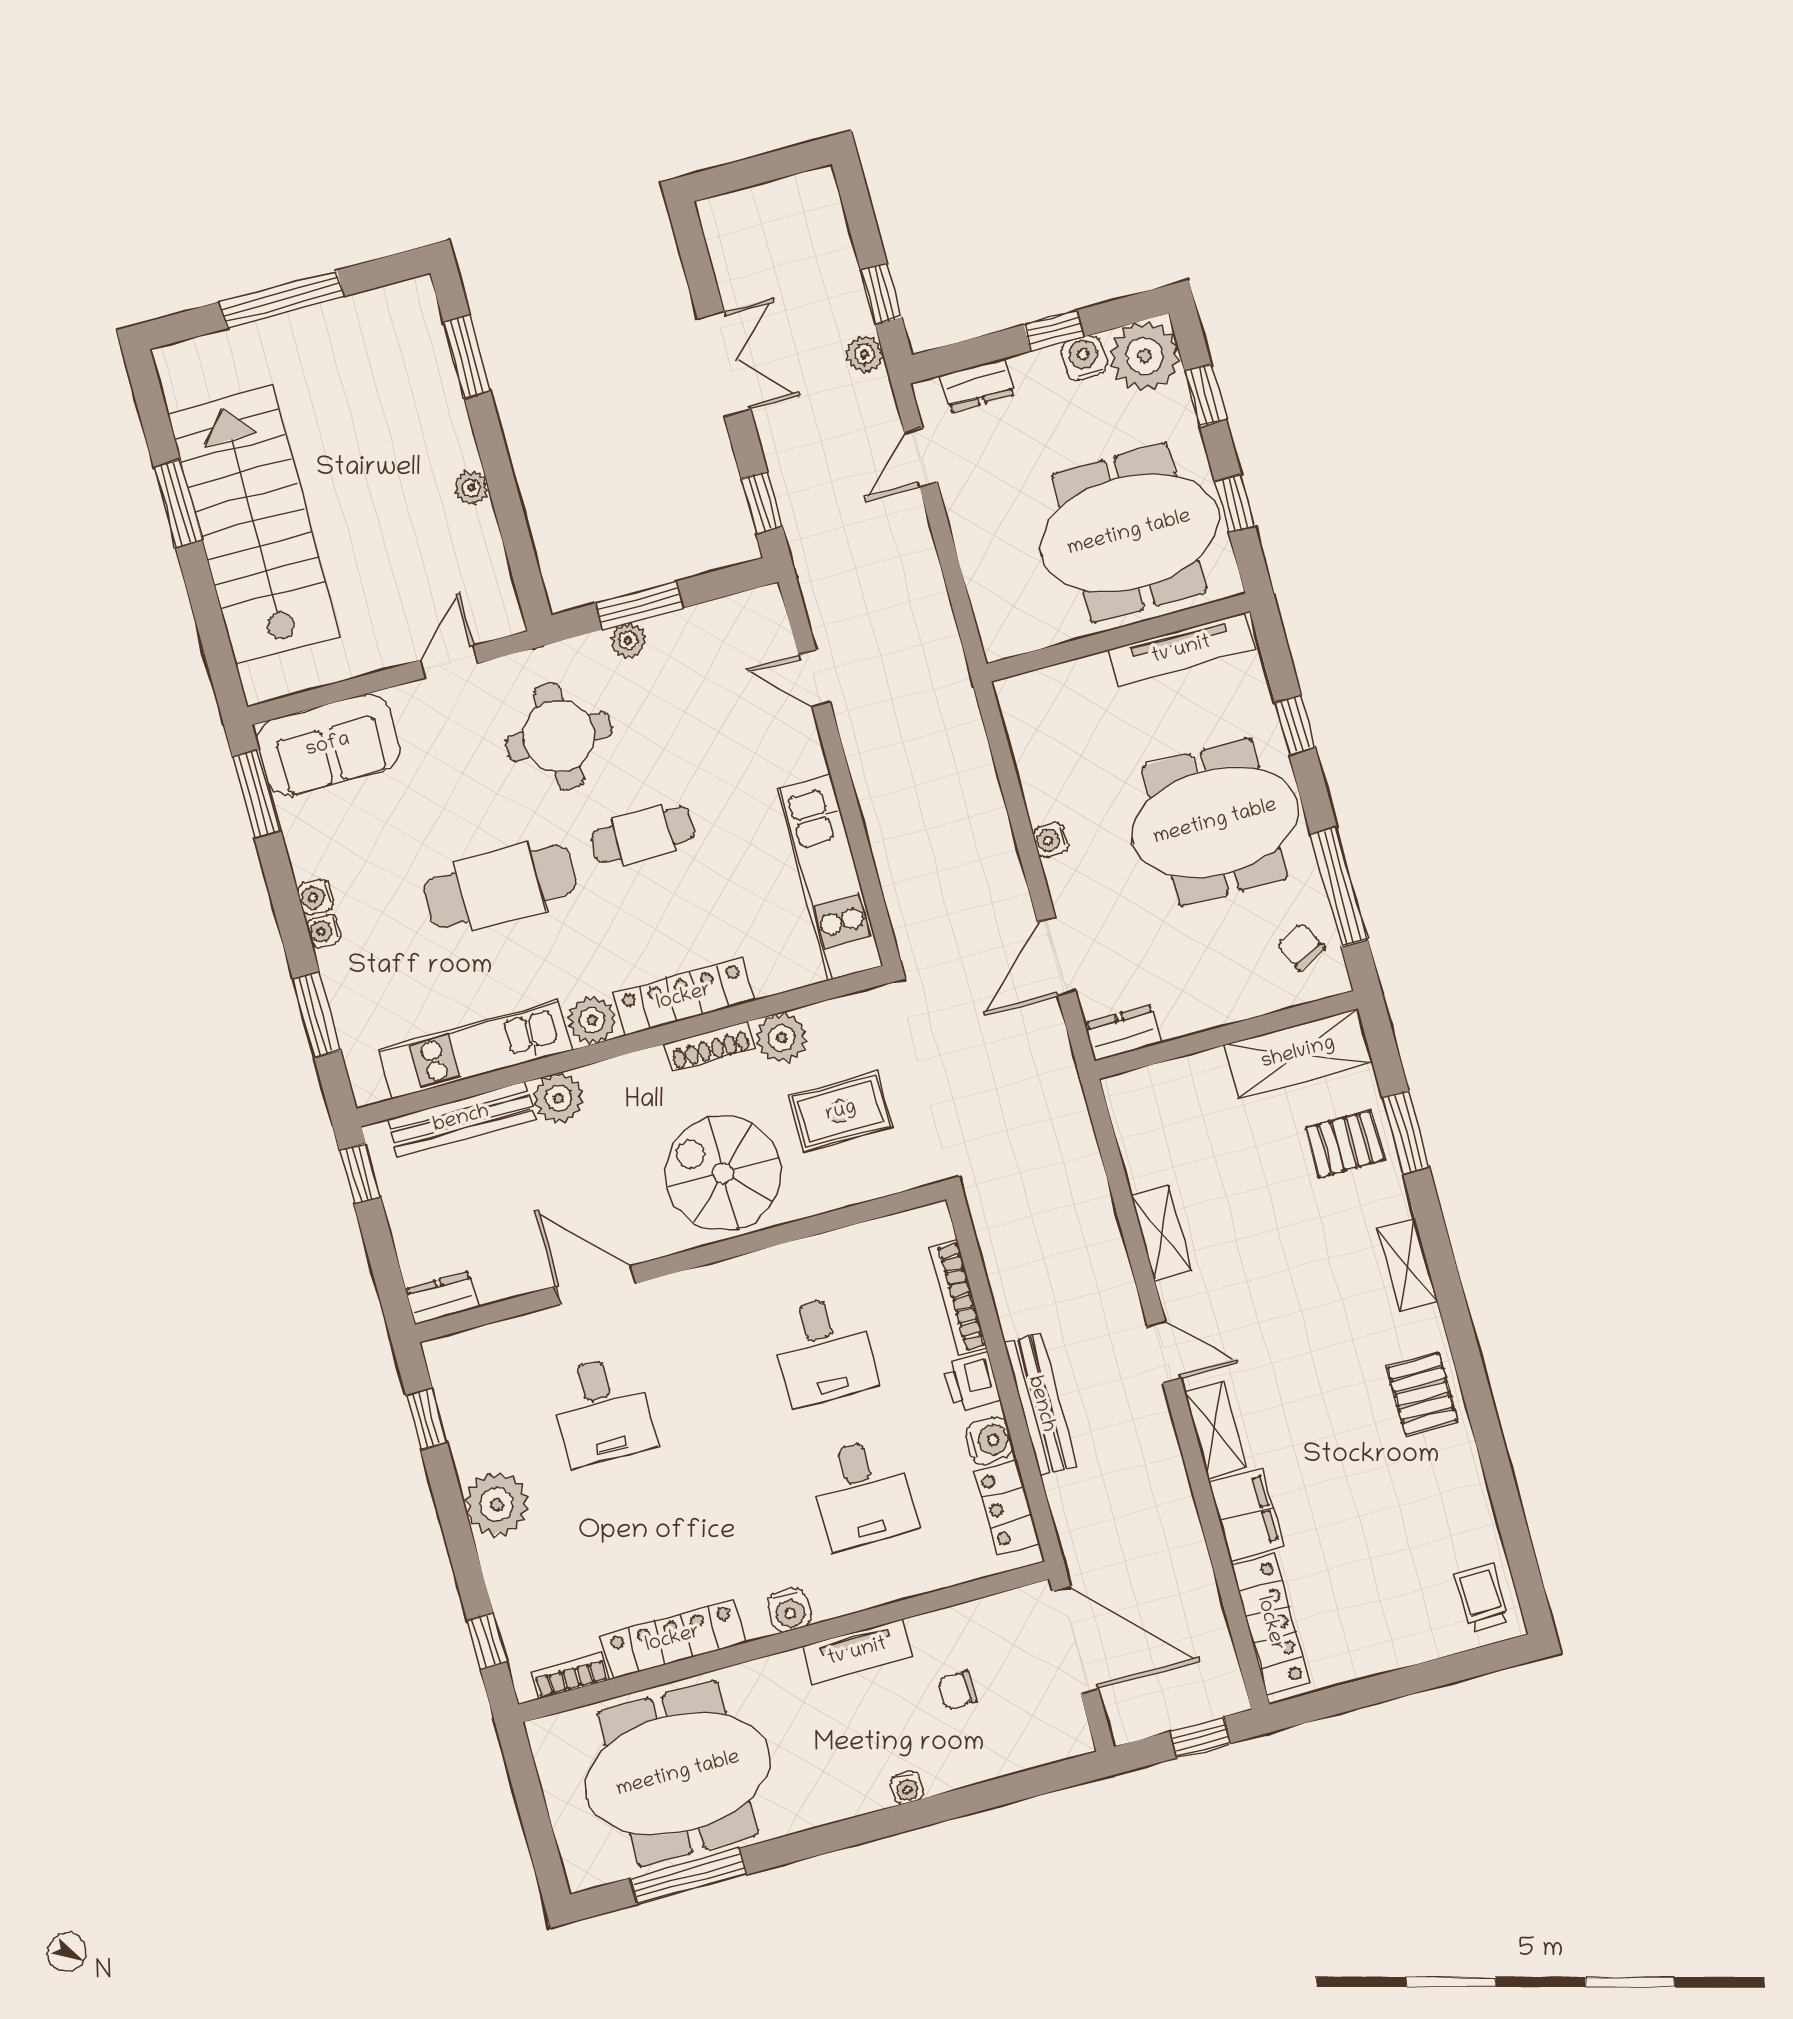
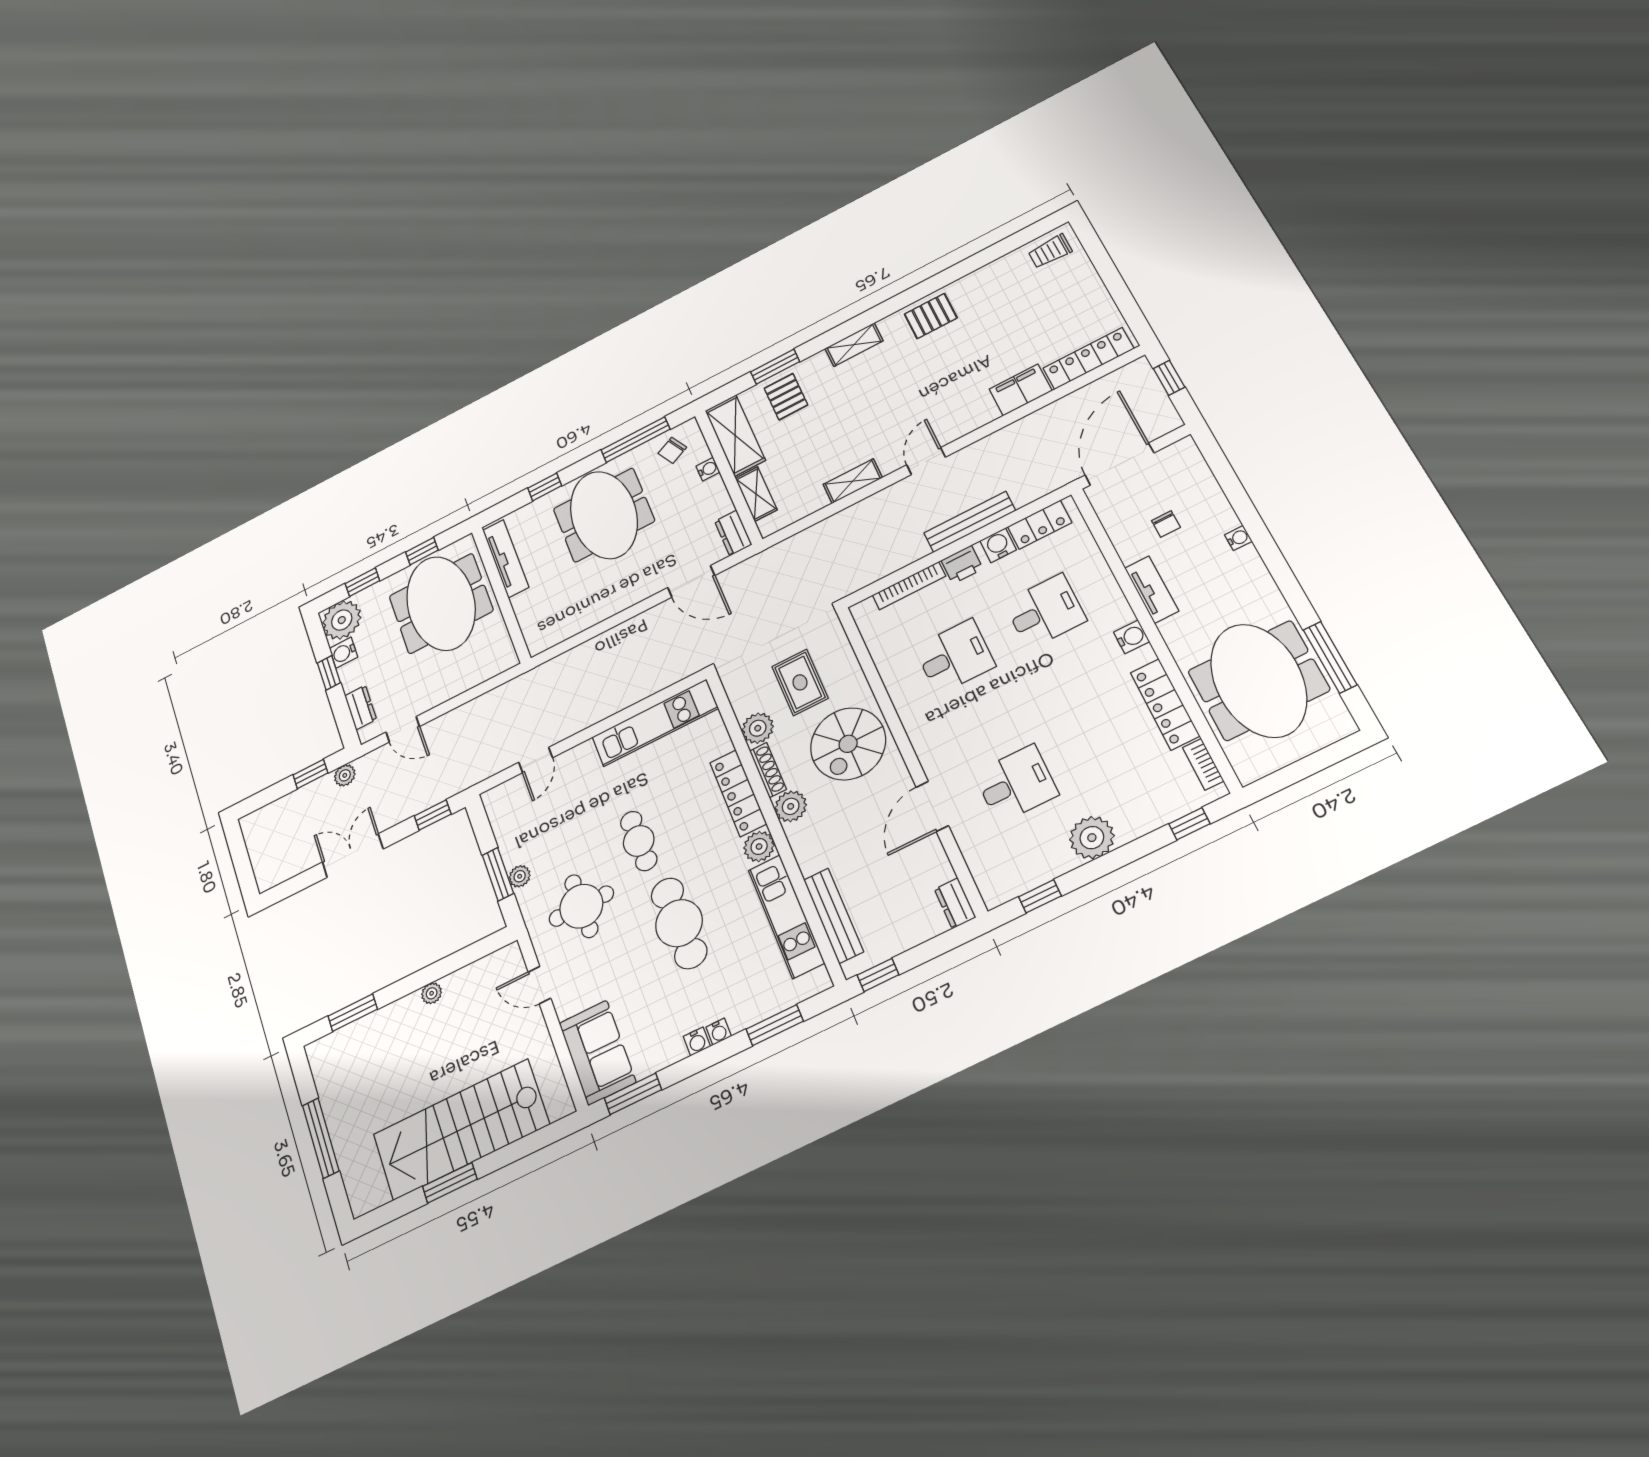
water cooler: (1050, 840) -> (708, 469), moved, turned -90
plant: (559, 1098) -> (791, 806), moved
shelving: (1215, 1429) -> (756, 494), moved, turned 90

